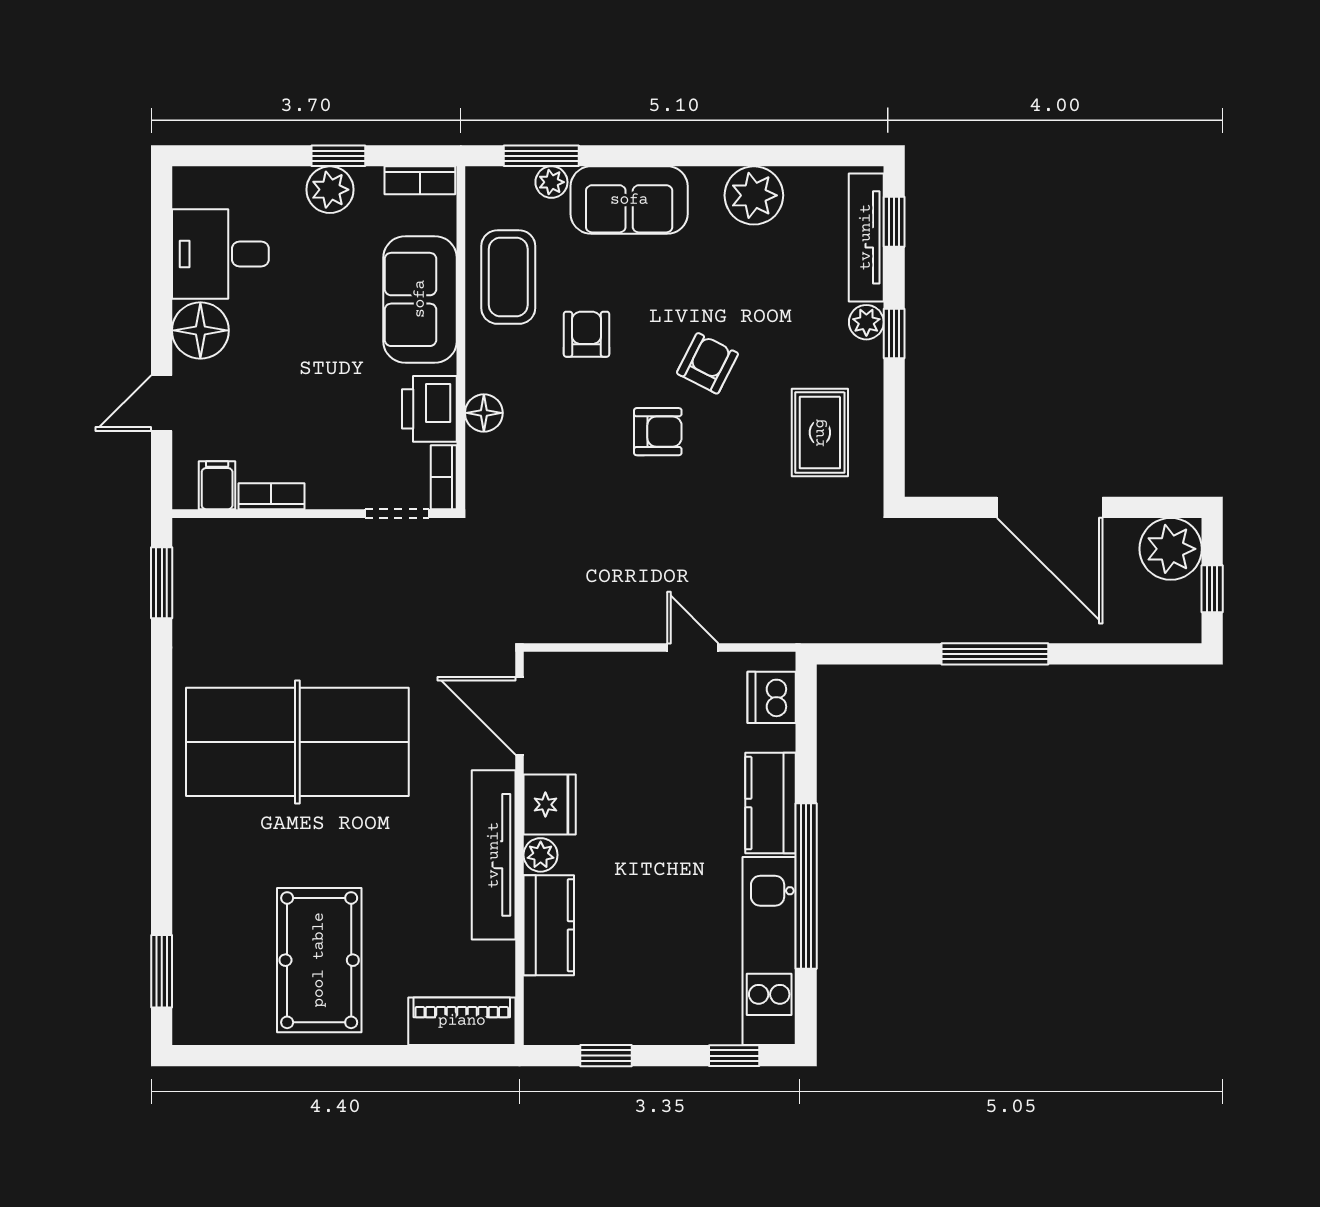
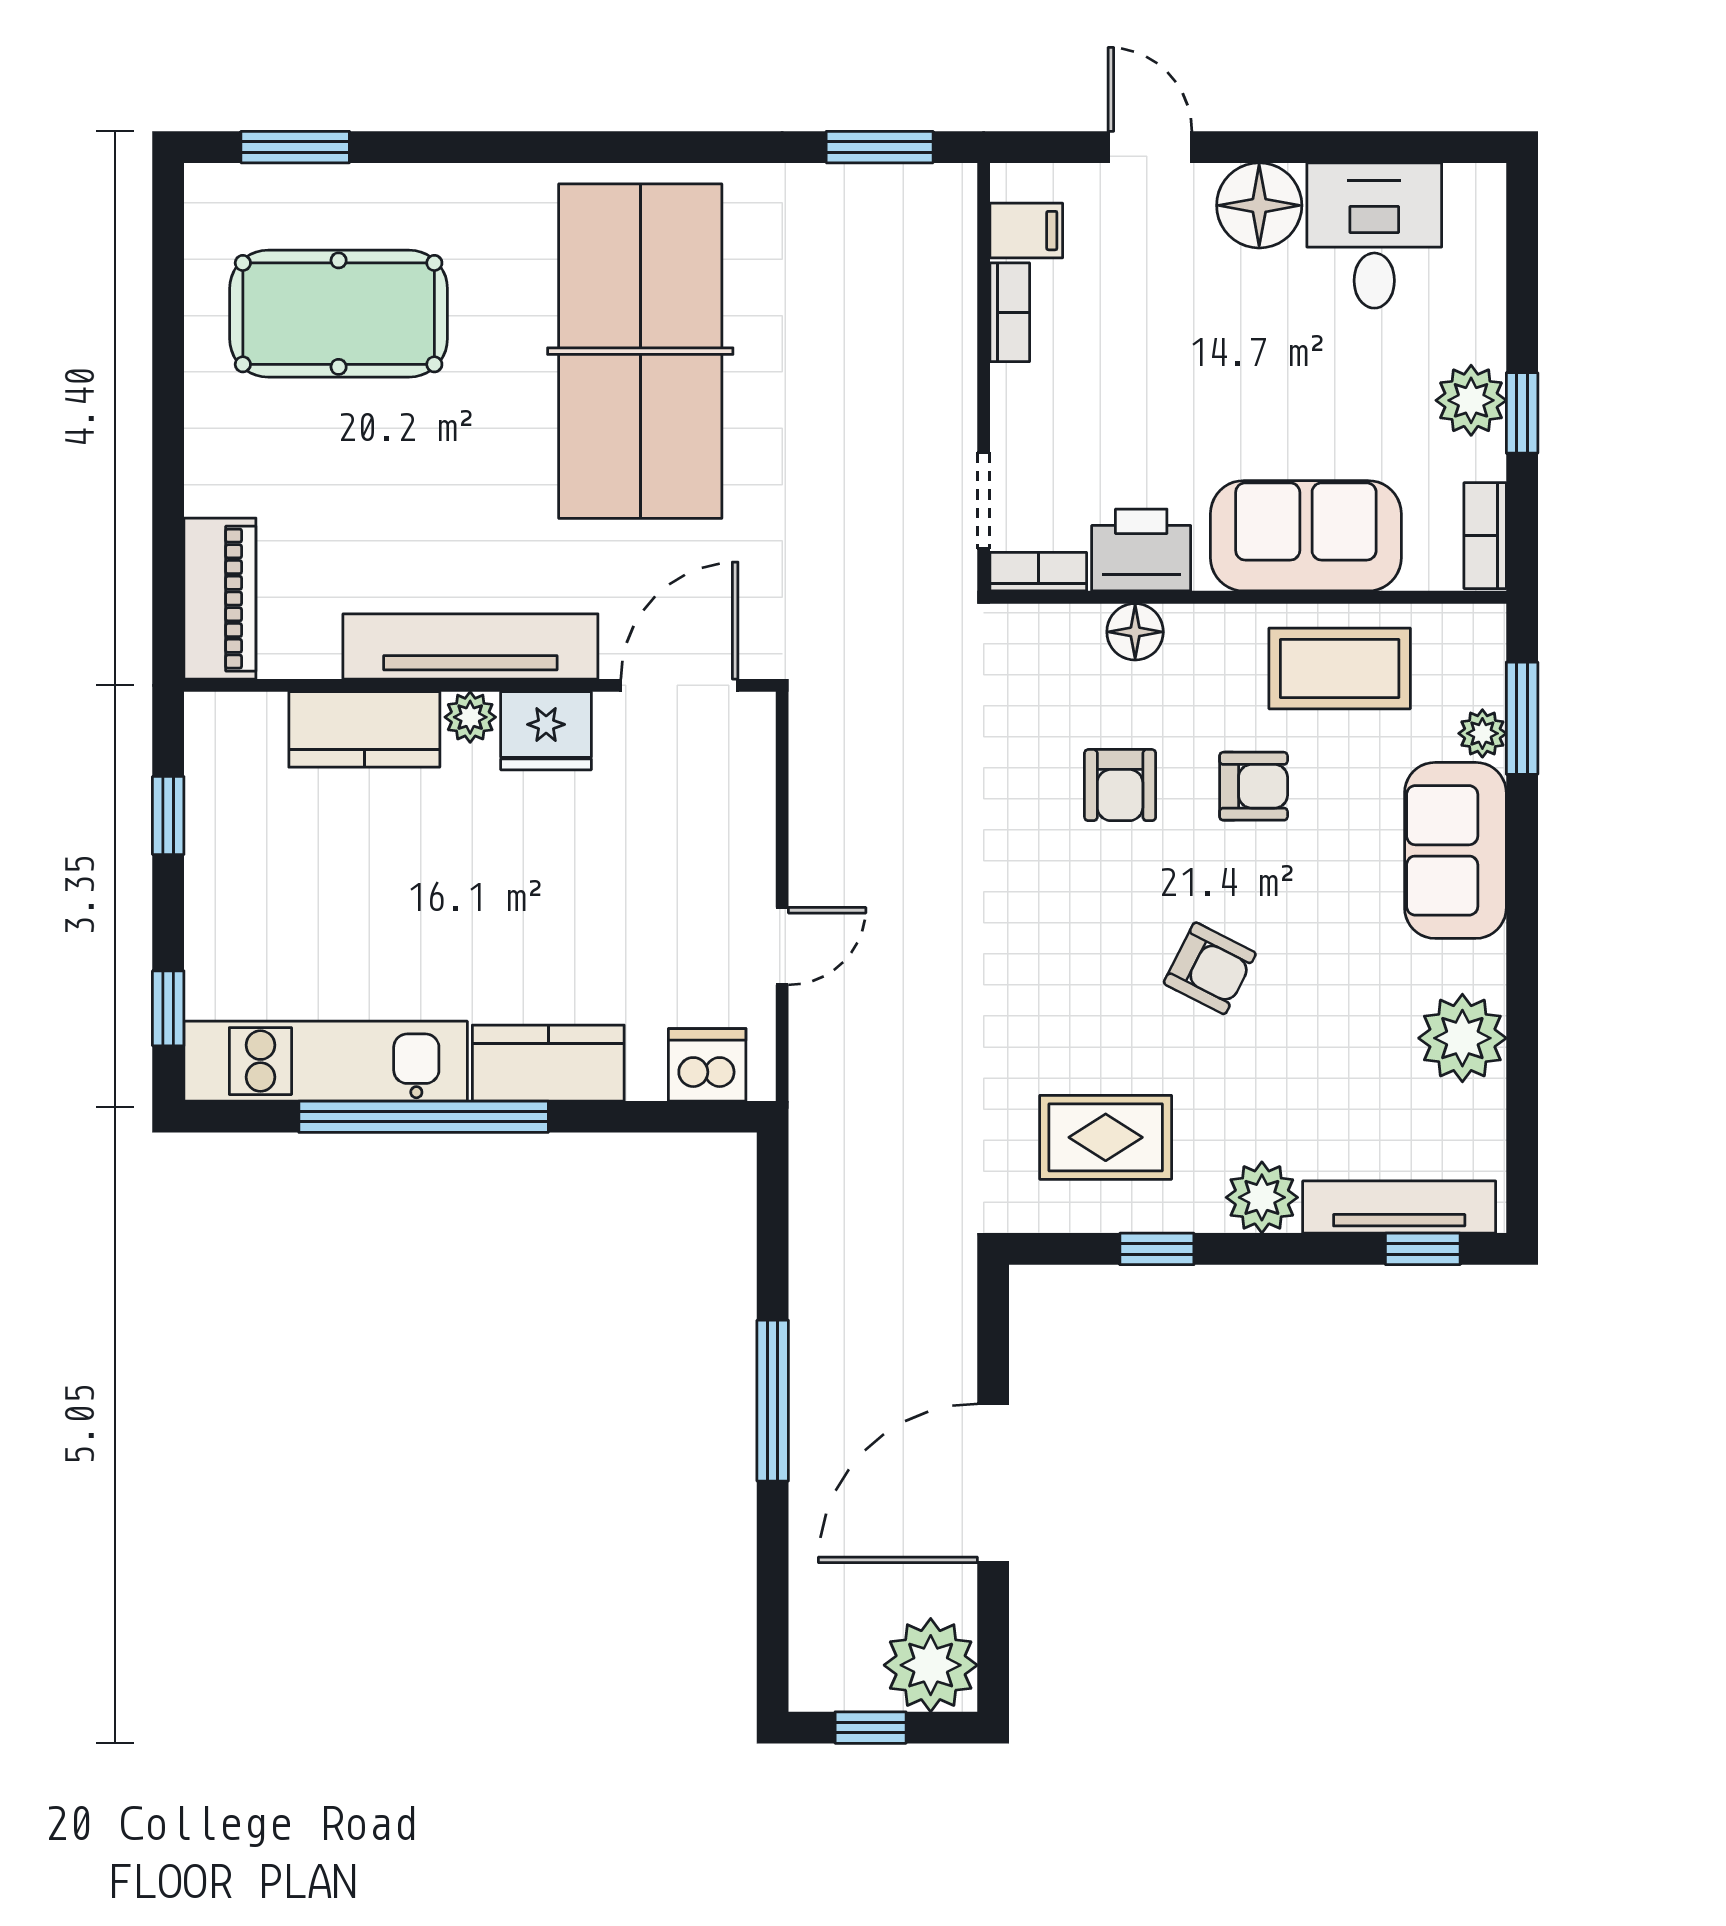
plant: (866, 322) -> (1262, 1197), width x1.38, depth x1.38
window: (894, 333) -> (1157, 1249), moved
armchair: (658, 432) -> (1120, 785), moved
pool table: (319, 960) -> (339, 314), moved

